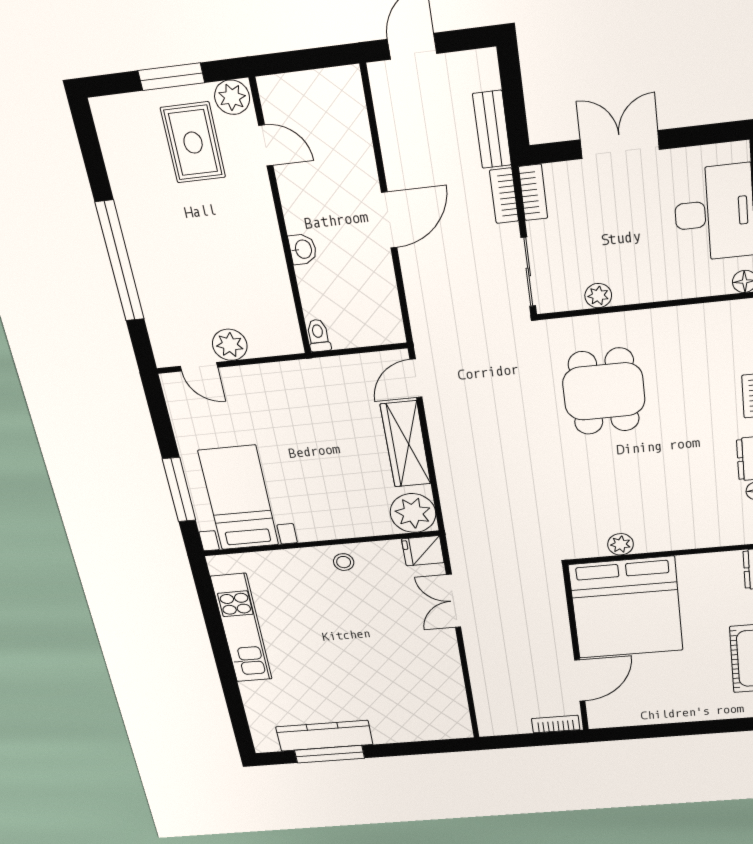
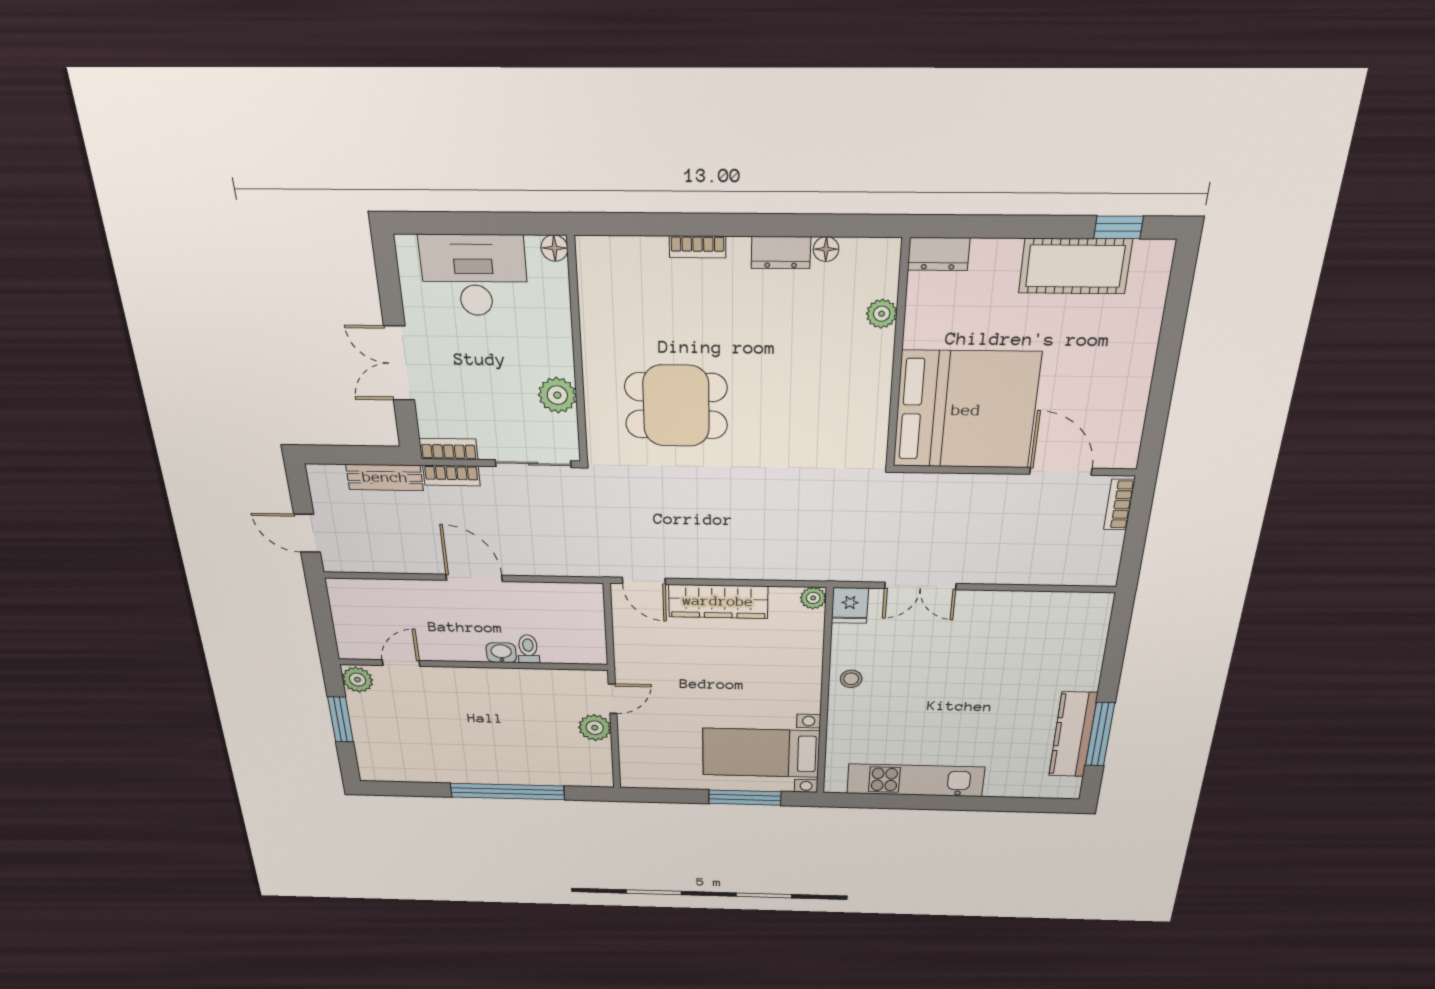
rug: (193, 143) -> (399, 716), removed
plant: (598, 296) -> (557, 395), width x1.38, depth x1.38
toilet: (318, 336) -> (528, 649), moved, turned 90
door: (199, 367) -> (613, 699), moved
plant: (413, 513) -> (813, 598), width x0.53, depth x0.53
plant: (621, 544) -> (882, 314), moved

